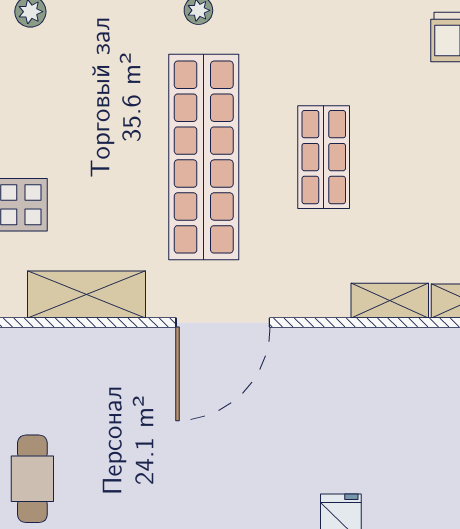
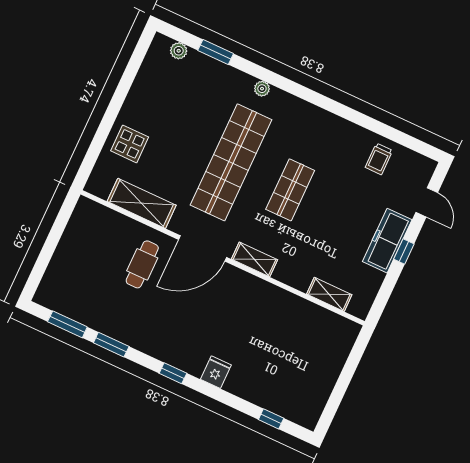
shelving: (390, 301) -> (254, 259), moved
cafe table: (32, 479) -> (142, 264), moved

